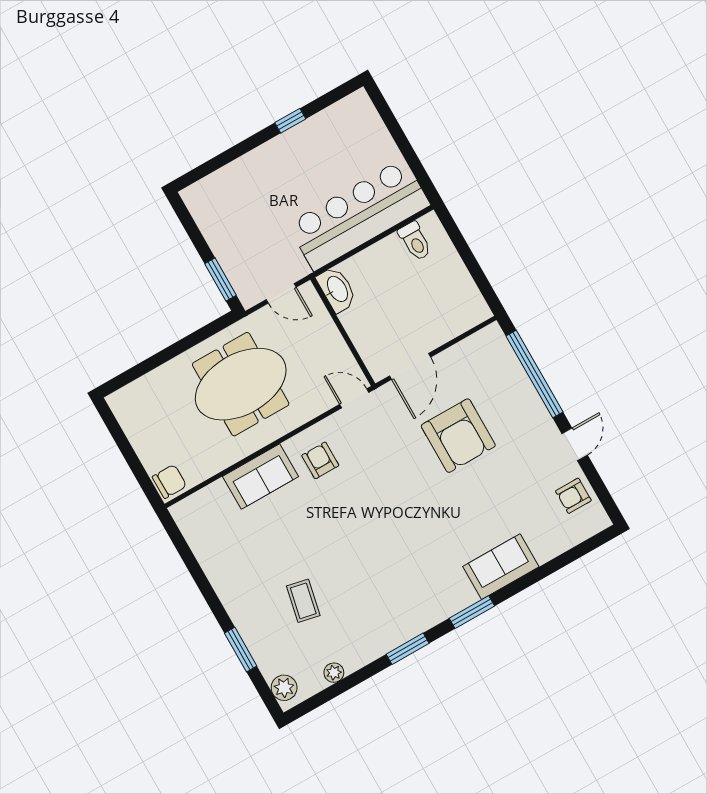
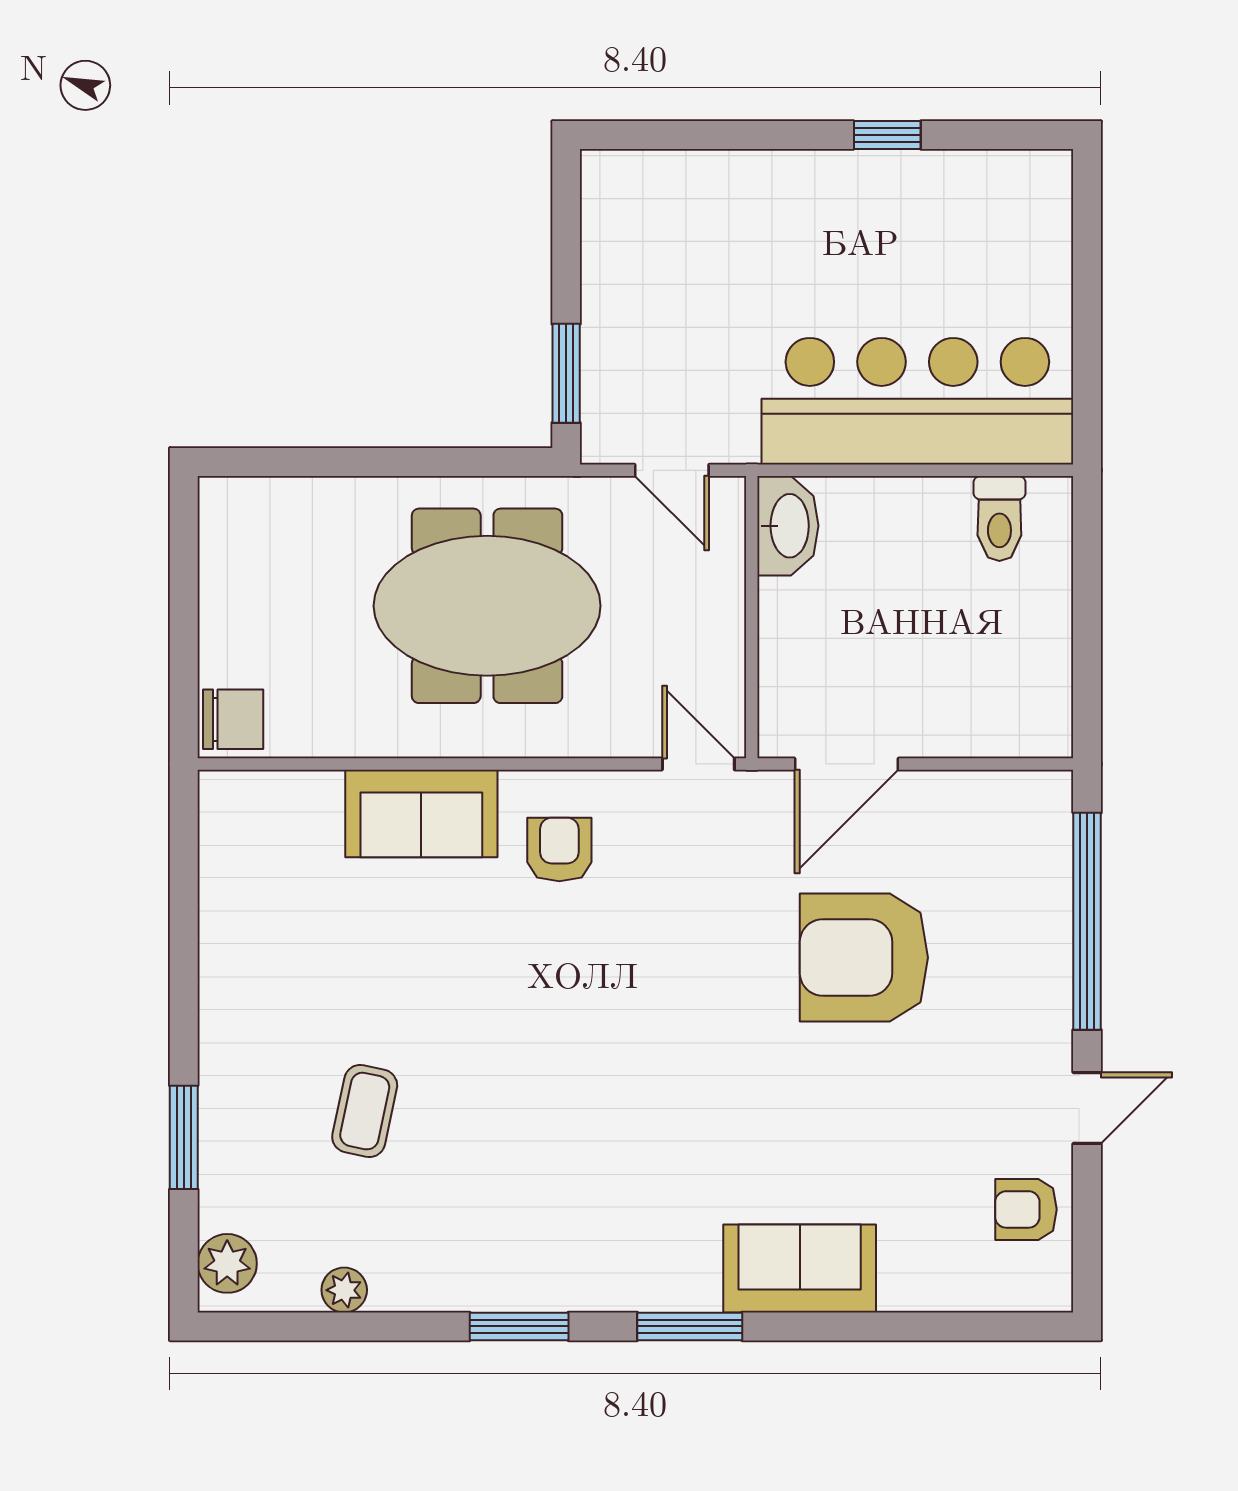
armchair: (458, 436) -> (864, 958), turned 90

